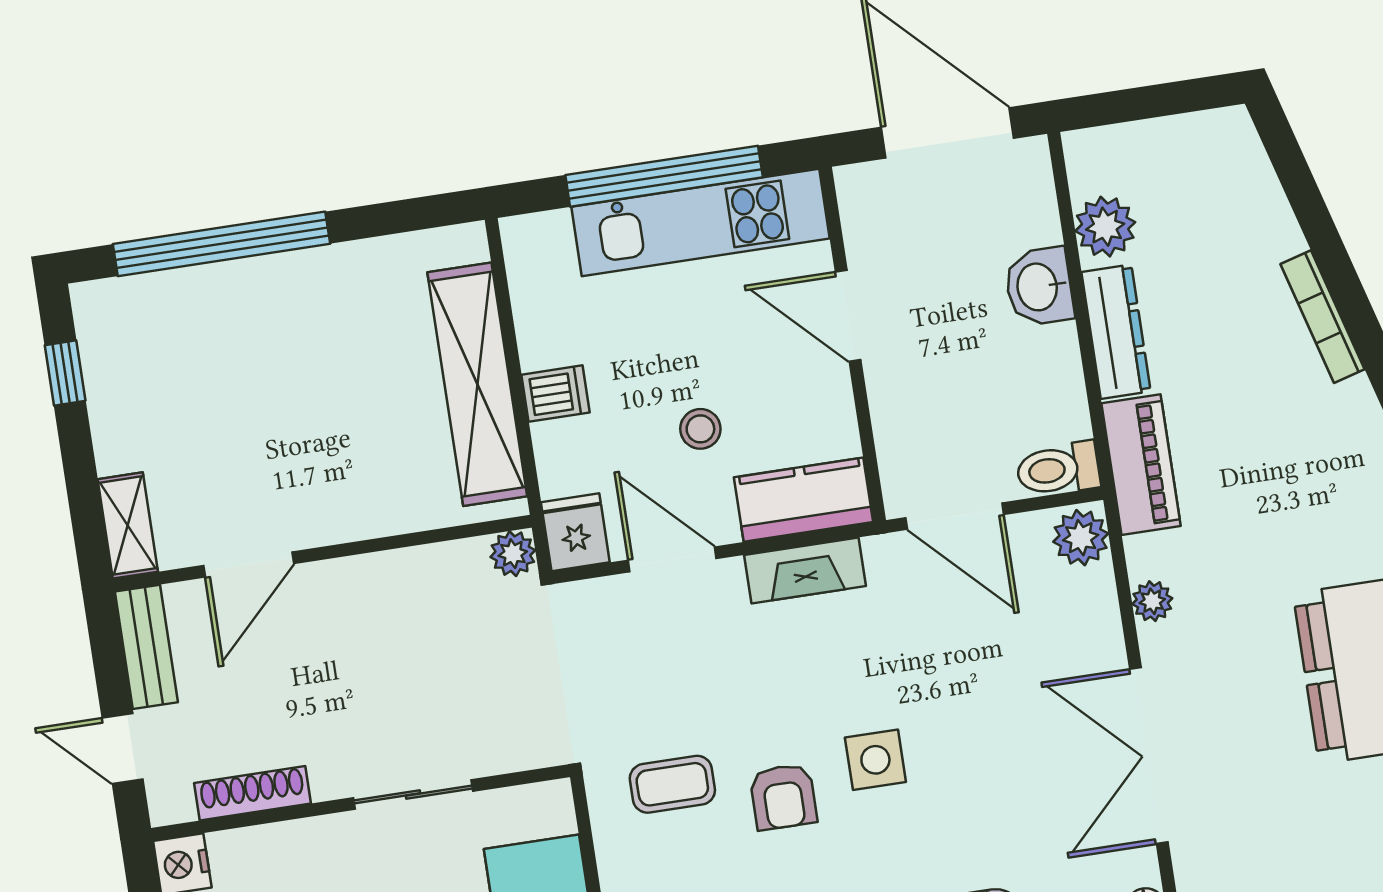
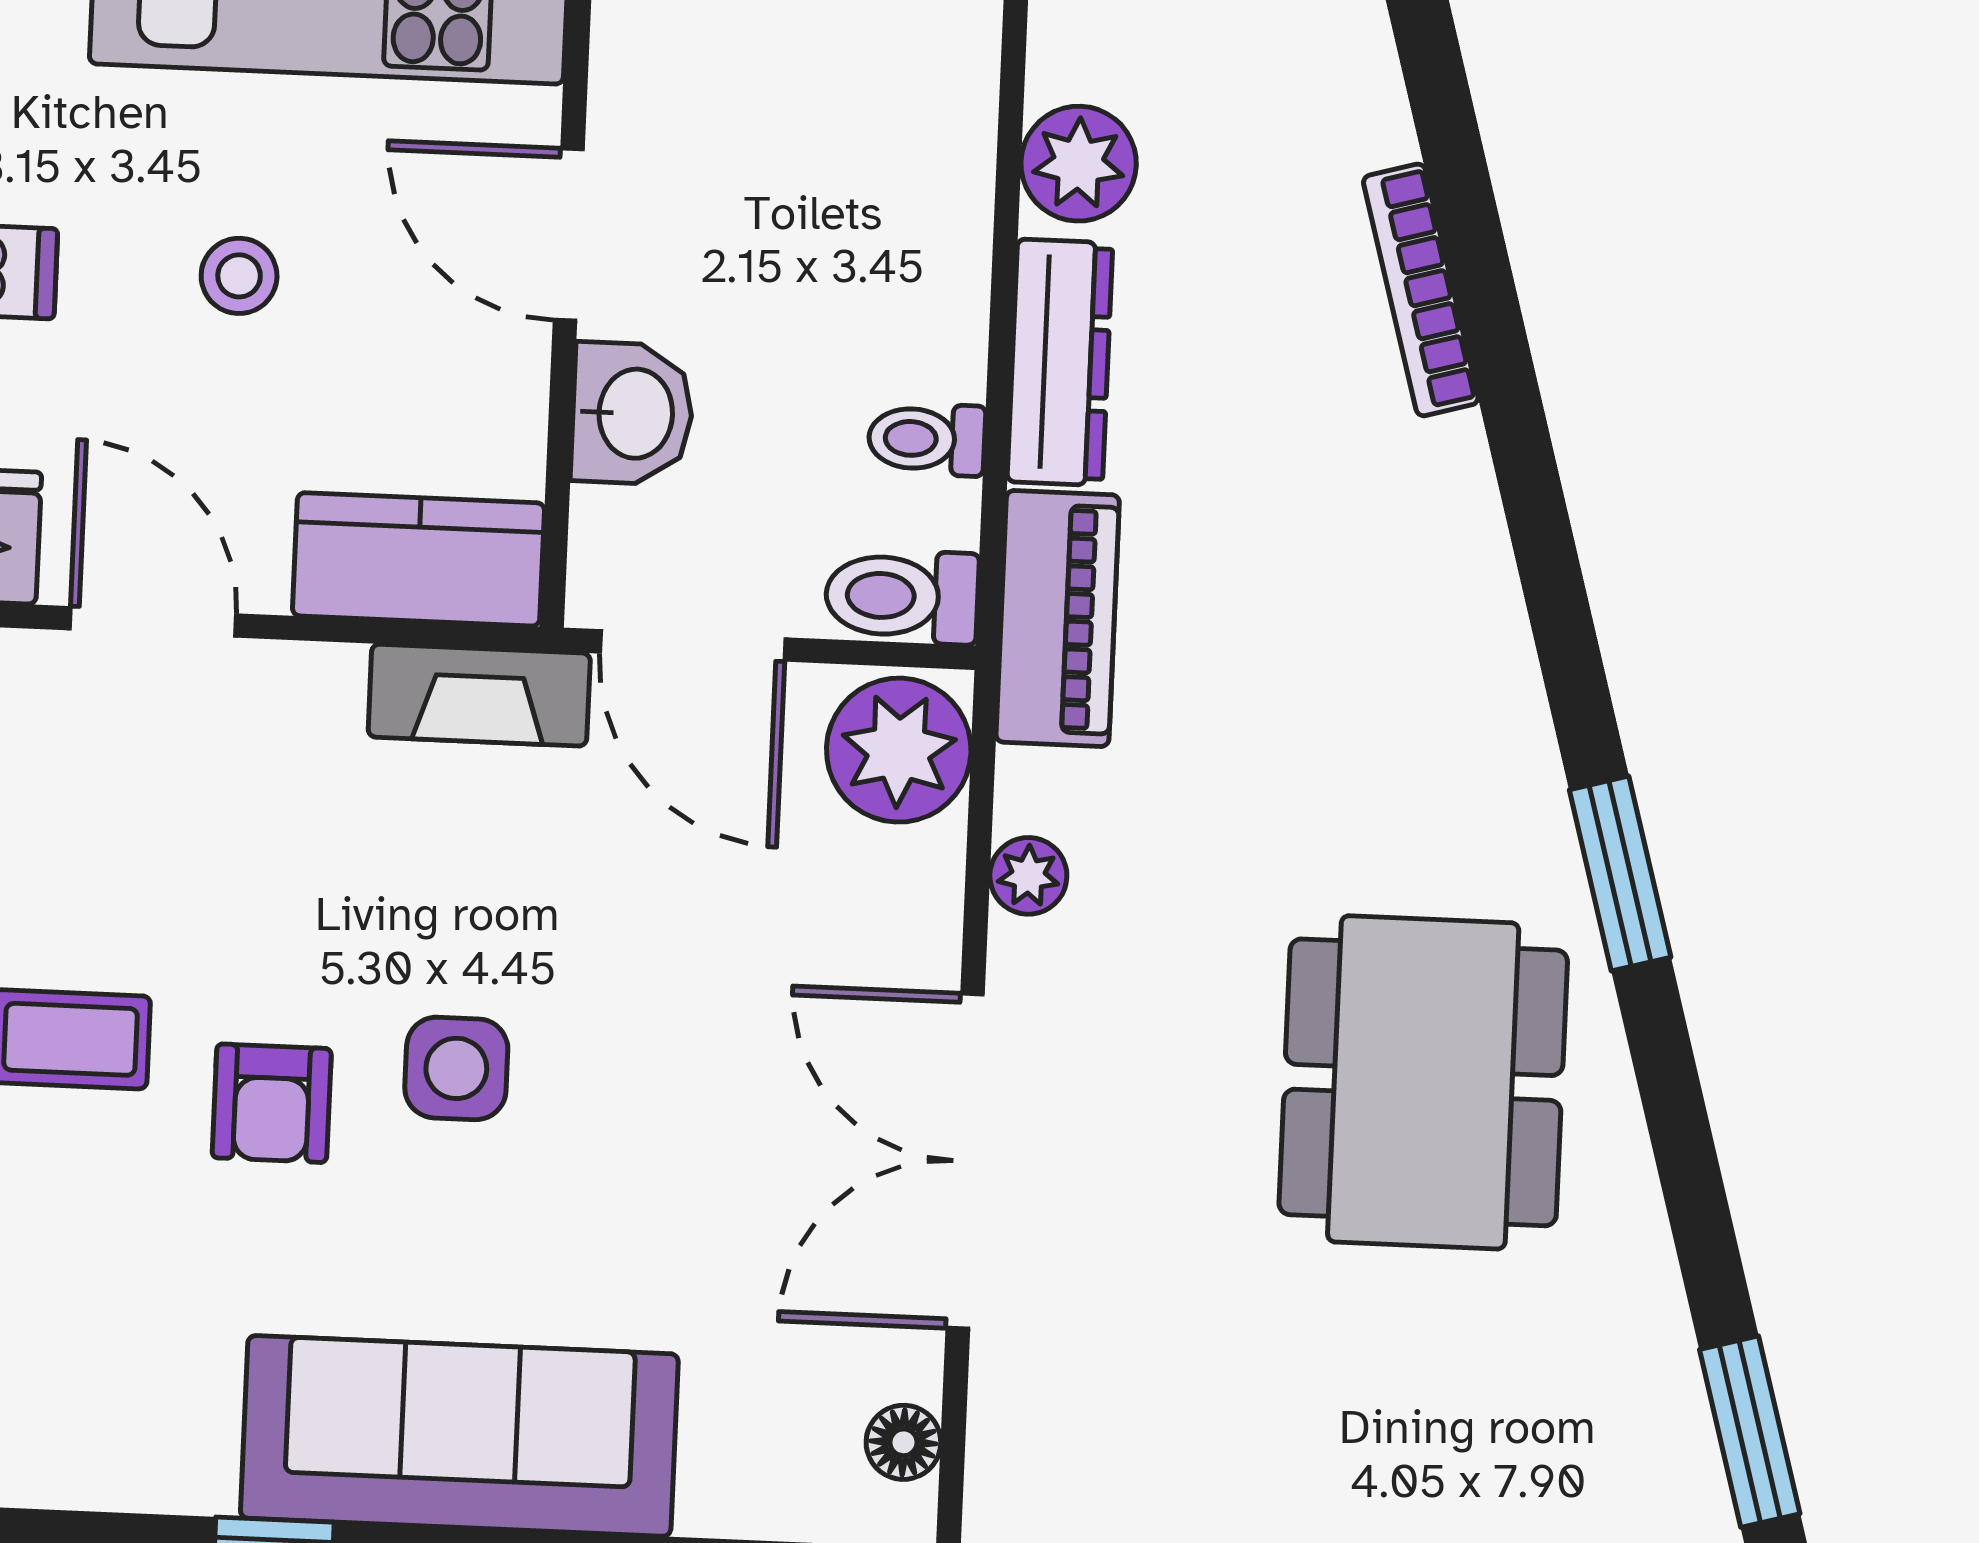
washbasin: (1039, 287) -> (632, 413), moved, turned 180
bookcase: (1323, 317) -> (1421, 290), moved
toilet: (1055, 385) -> (927, 439), added
stool: (700, 429) -> (239, 276), moved
plant: (1081, 538) -> (899, 750), width x1.36, depth x1.36
fireplace: (805, 571) -> (479, 695), moved

